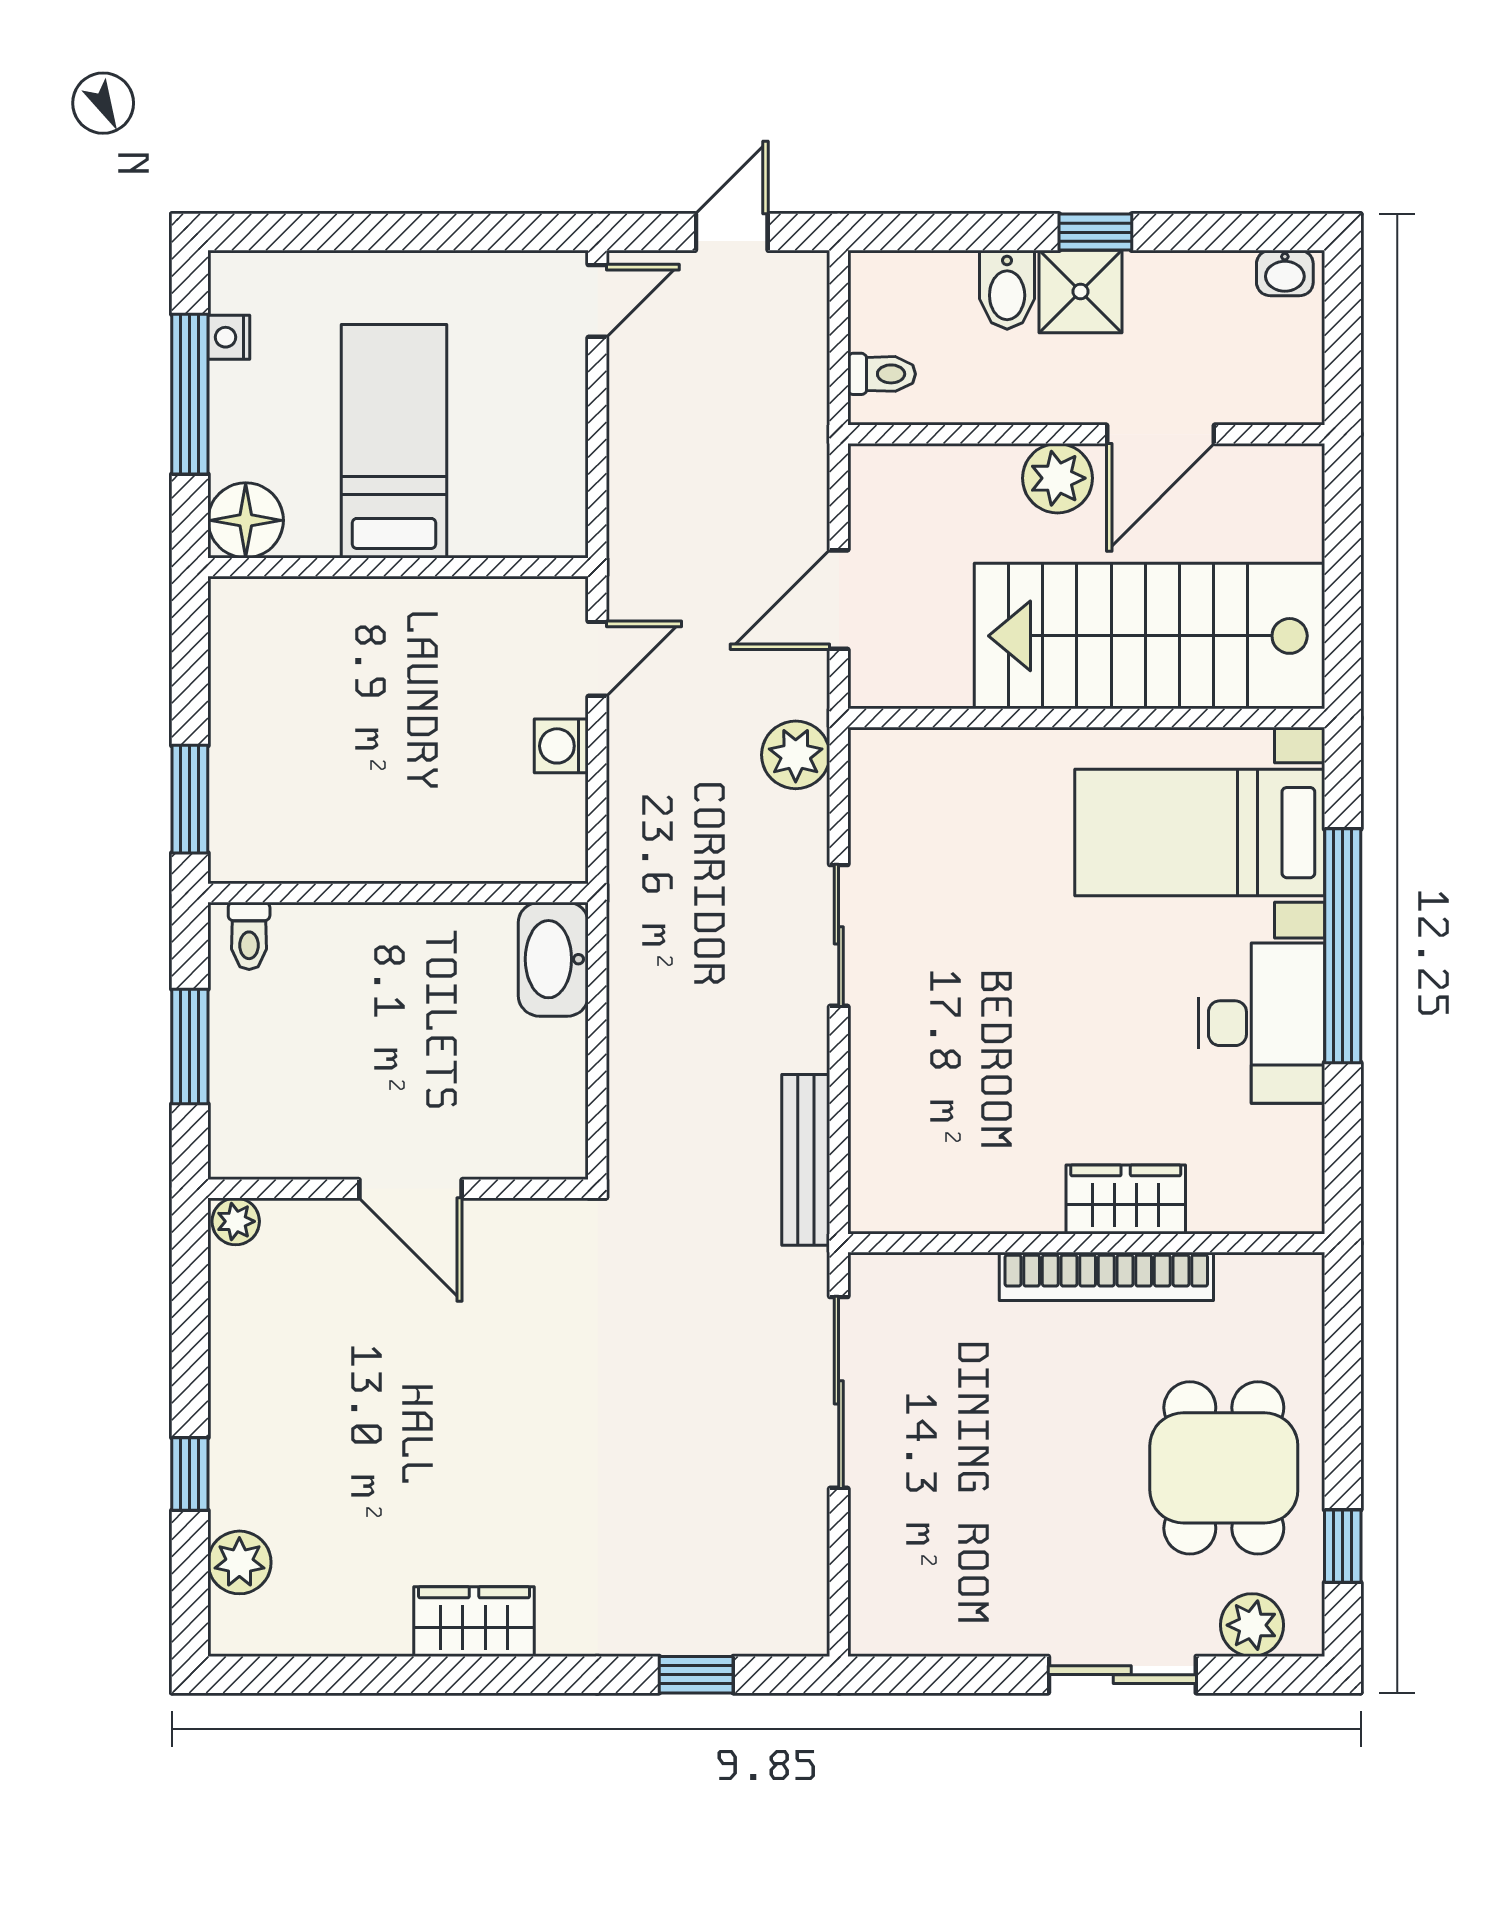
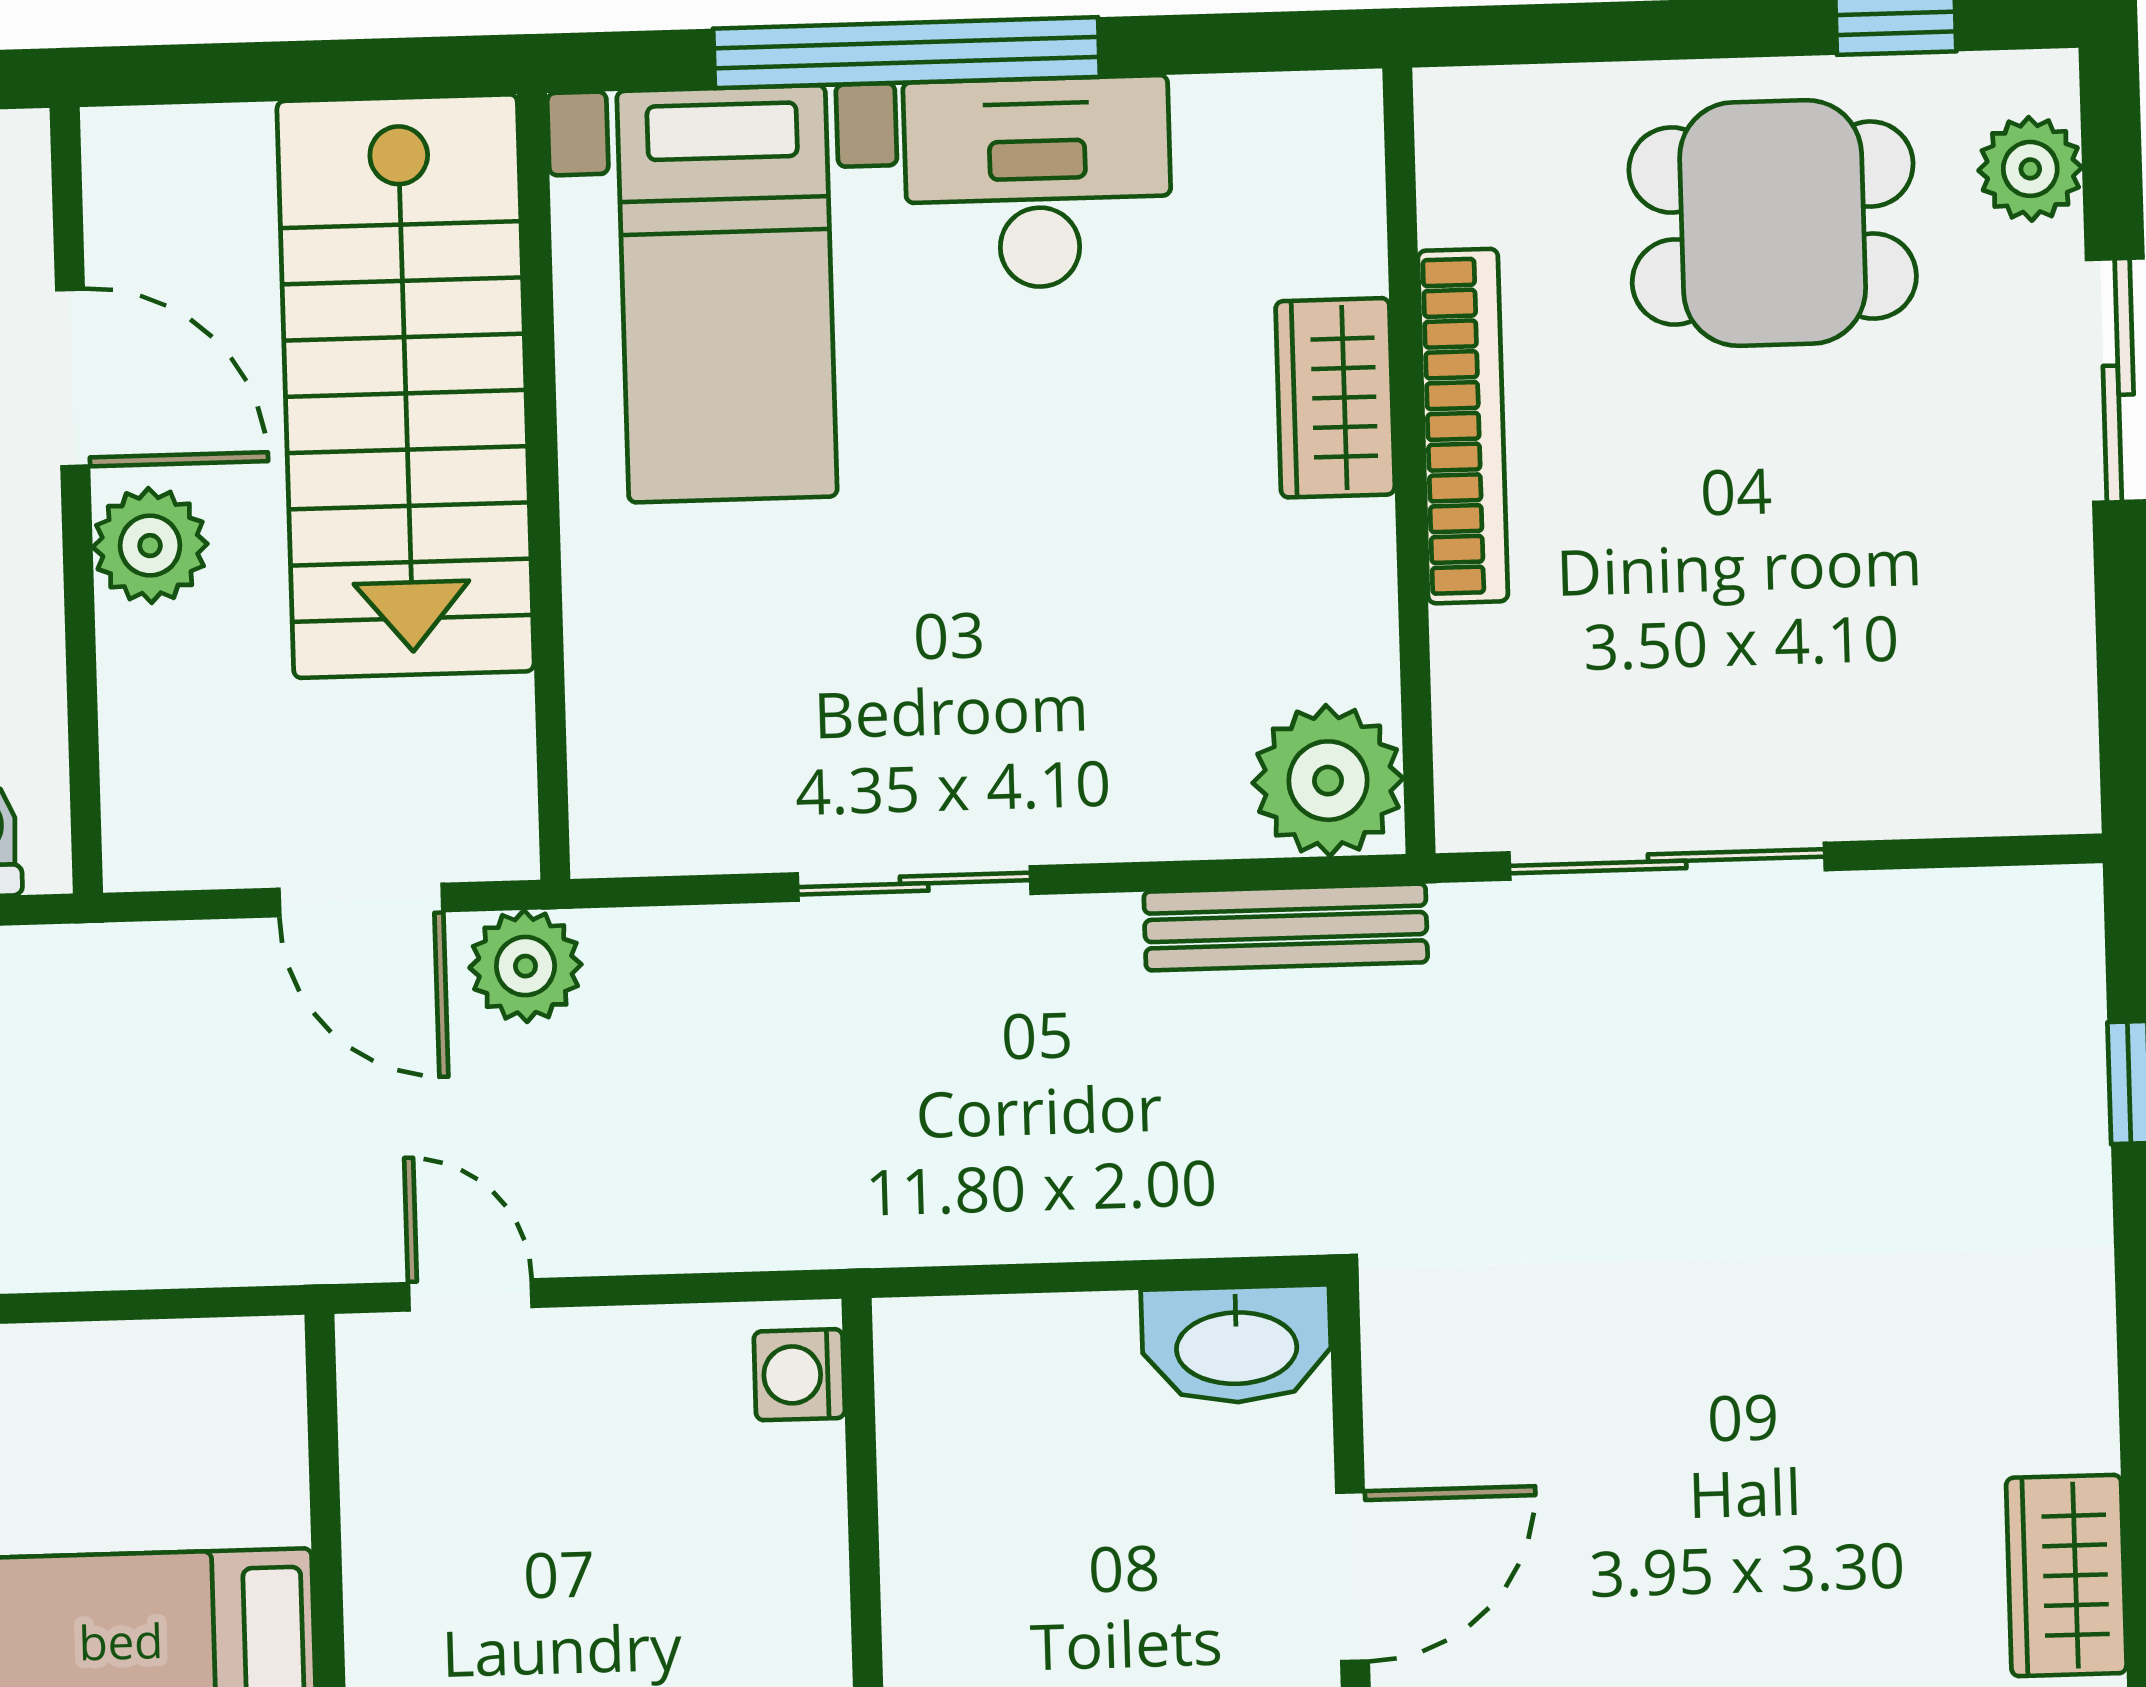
washing machine: (561, 746) -> (799, 1375), moved, turned 90
plant: (796, 755) -> (525, 966), moved
washbasin: (553, 959) -> (1237, 1345), moved
plant: (894, 1188) -> (1328, 781), added
wardrobe: (474, 1622) -> (2066, 1575), moved

